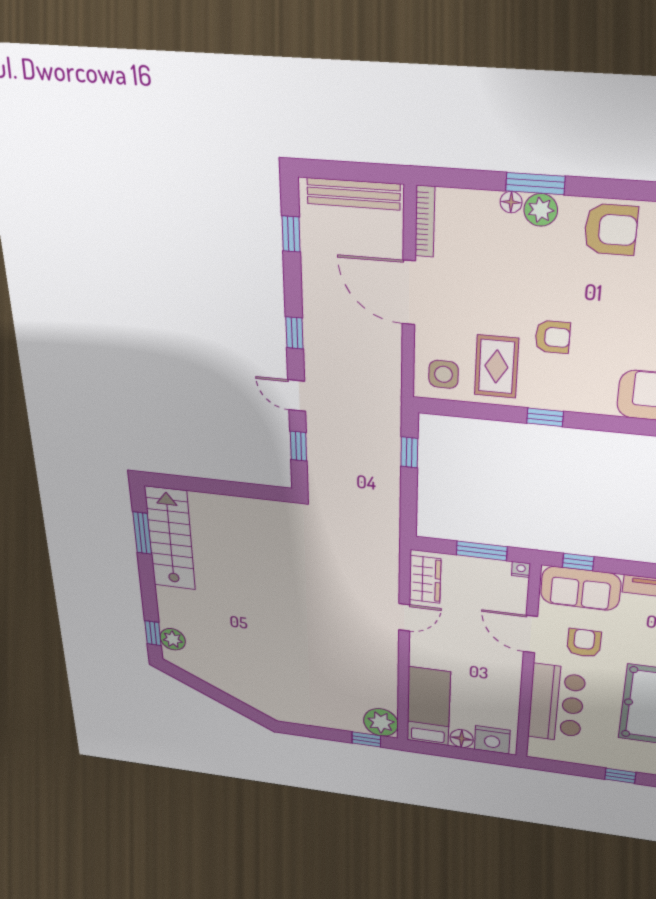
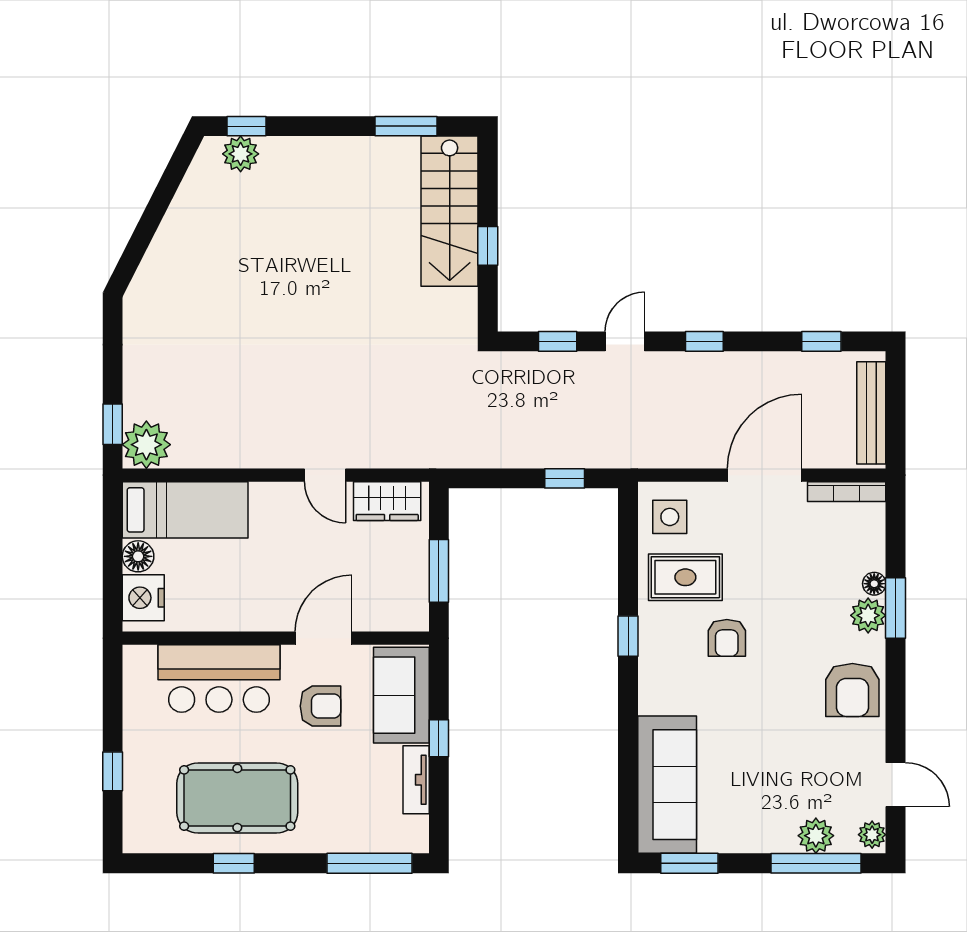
window: (226, 488) -> (488, 246), added
stairs: (170, 539) -> (450, 211), moved, turned 90
window: (578, 562) -> (439, 738), moved
nightstand: (521, 569) -> (419, 621), removed

